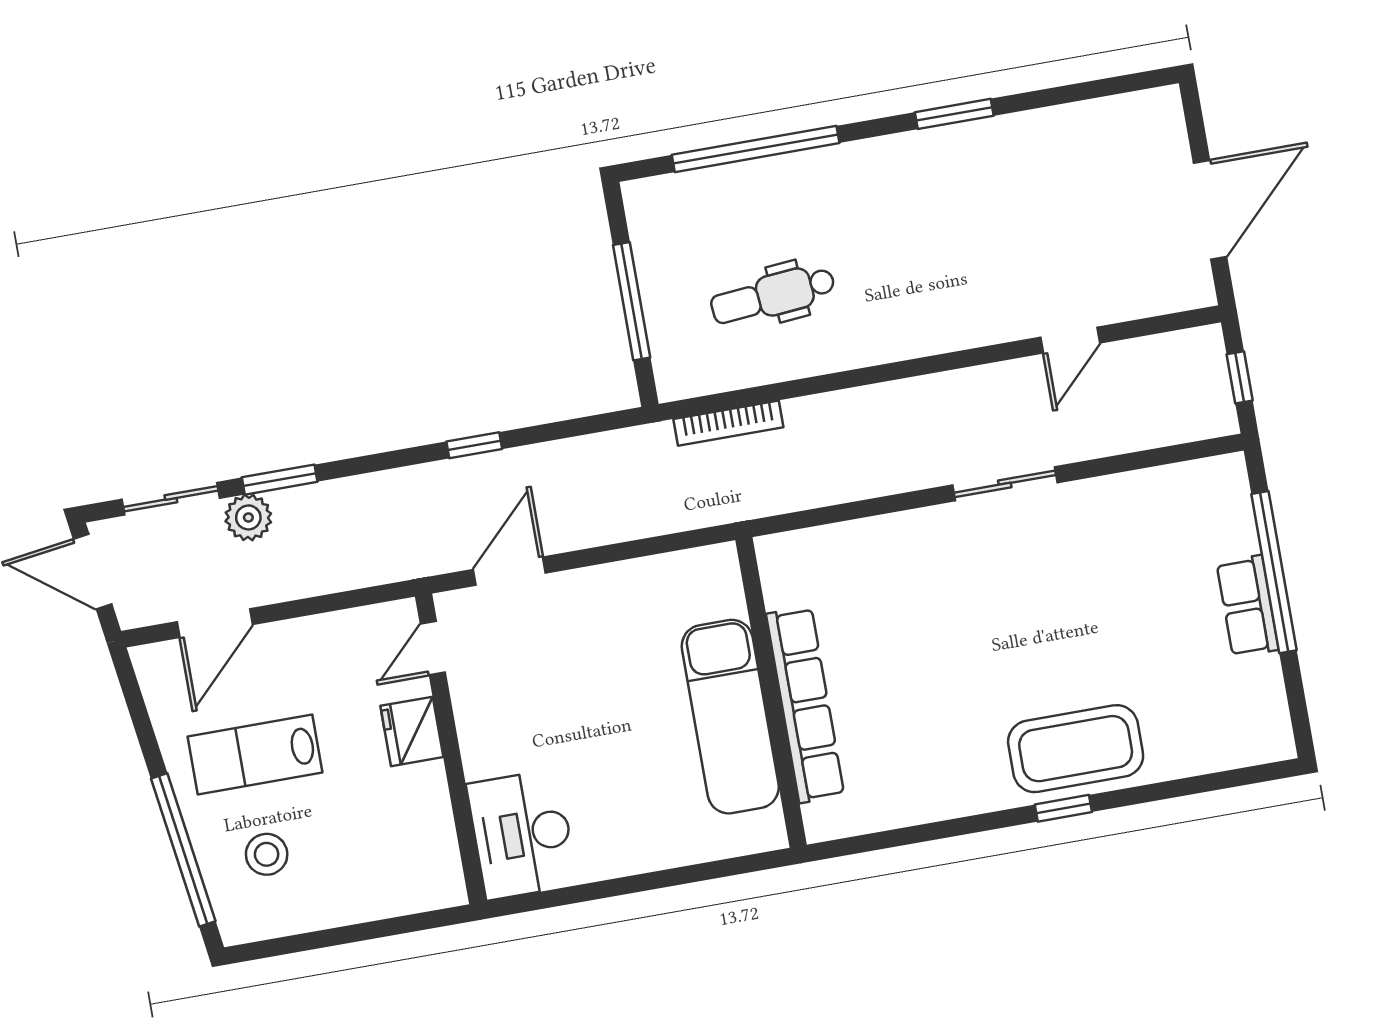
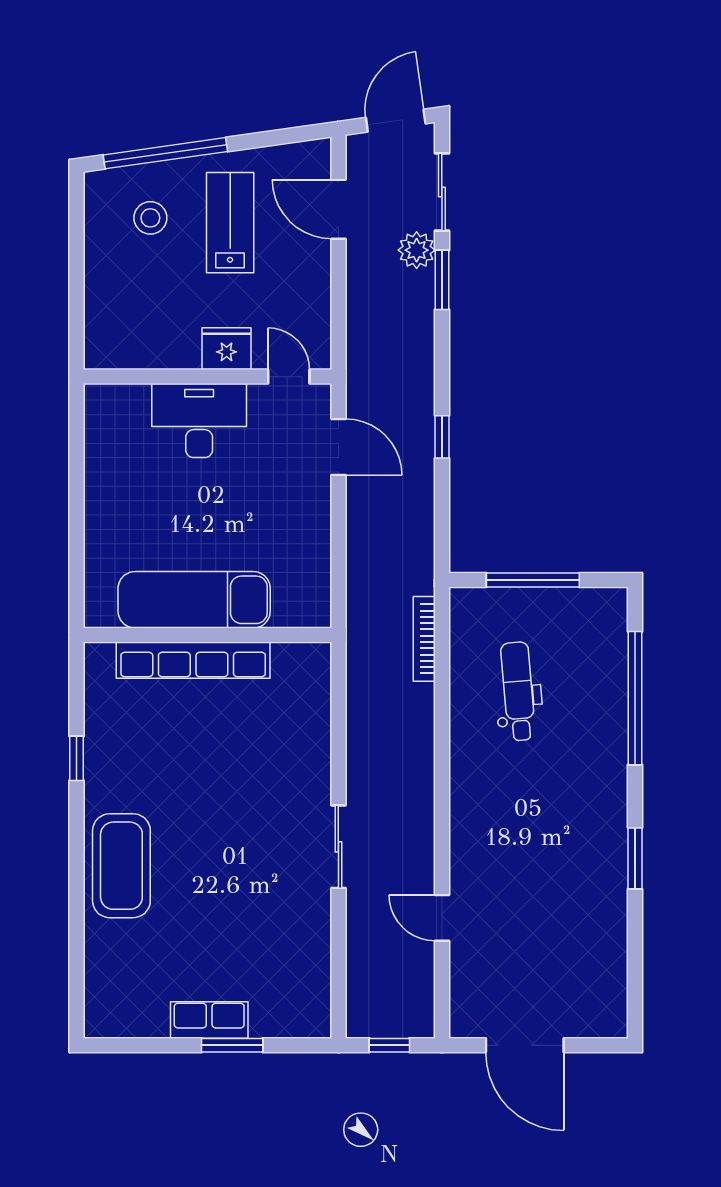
window: (1274, 572) -> (232, 1045), width x0.47
window: (1063, 808) -> (76, 758), moved
desk: (522, 834) -> (199, 421), moved

